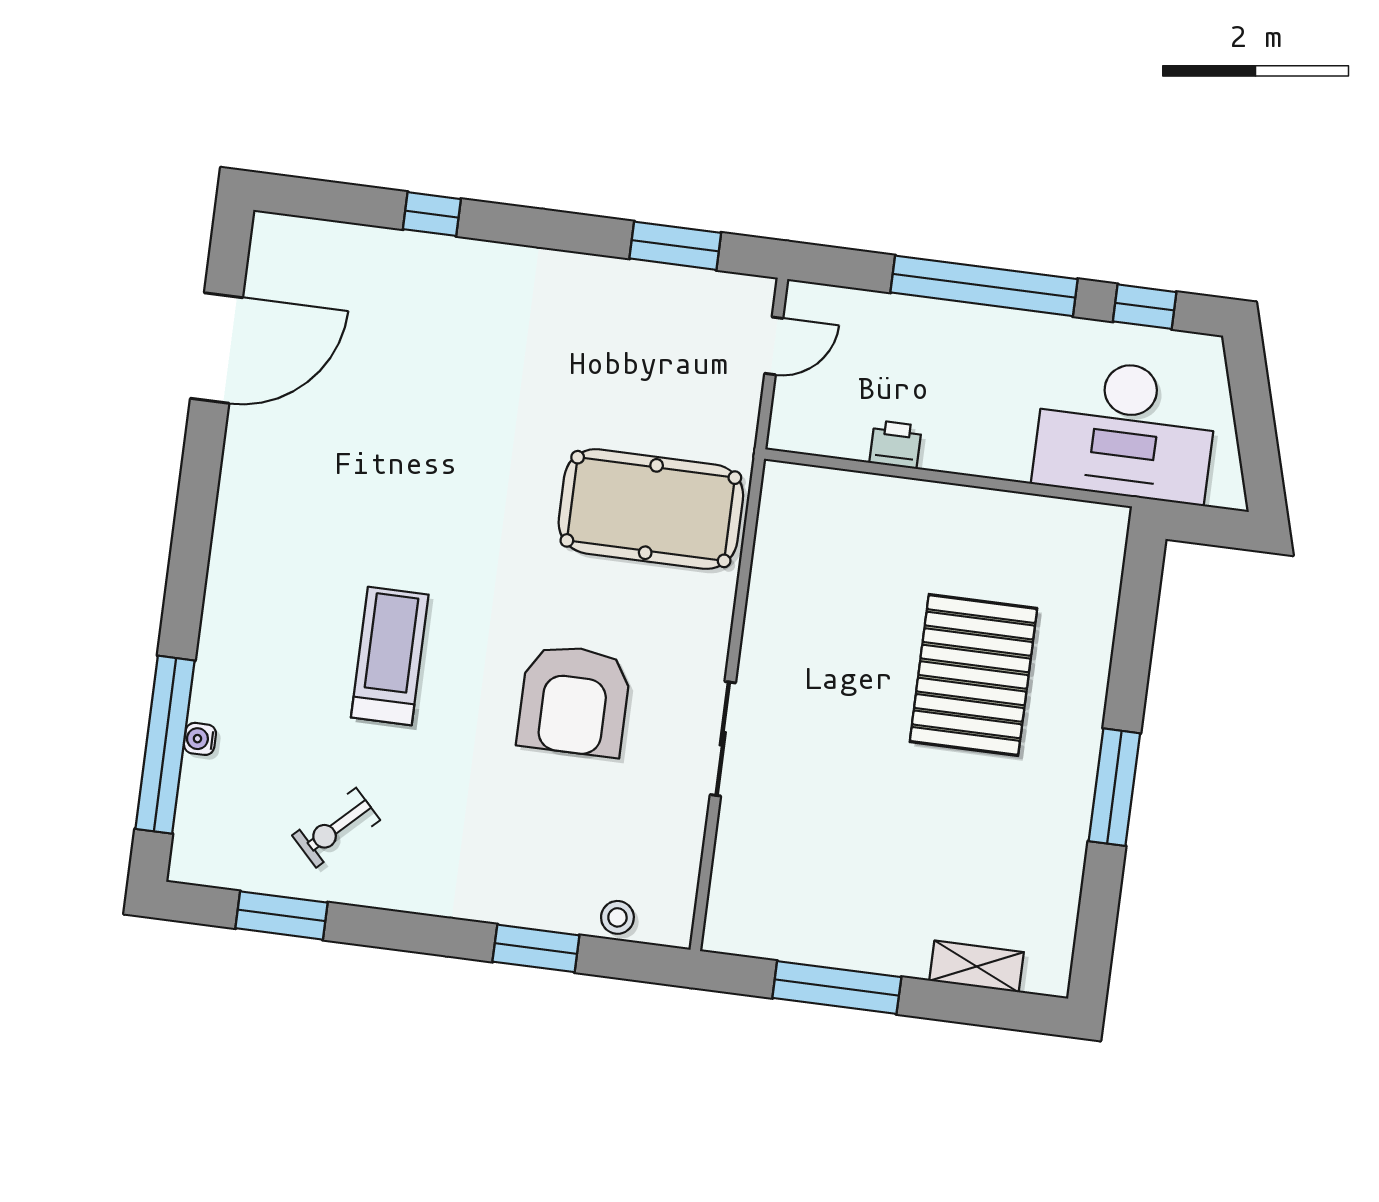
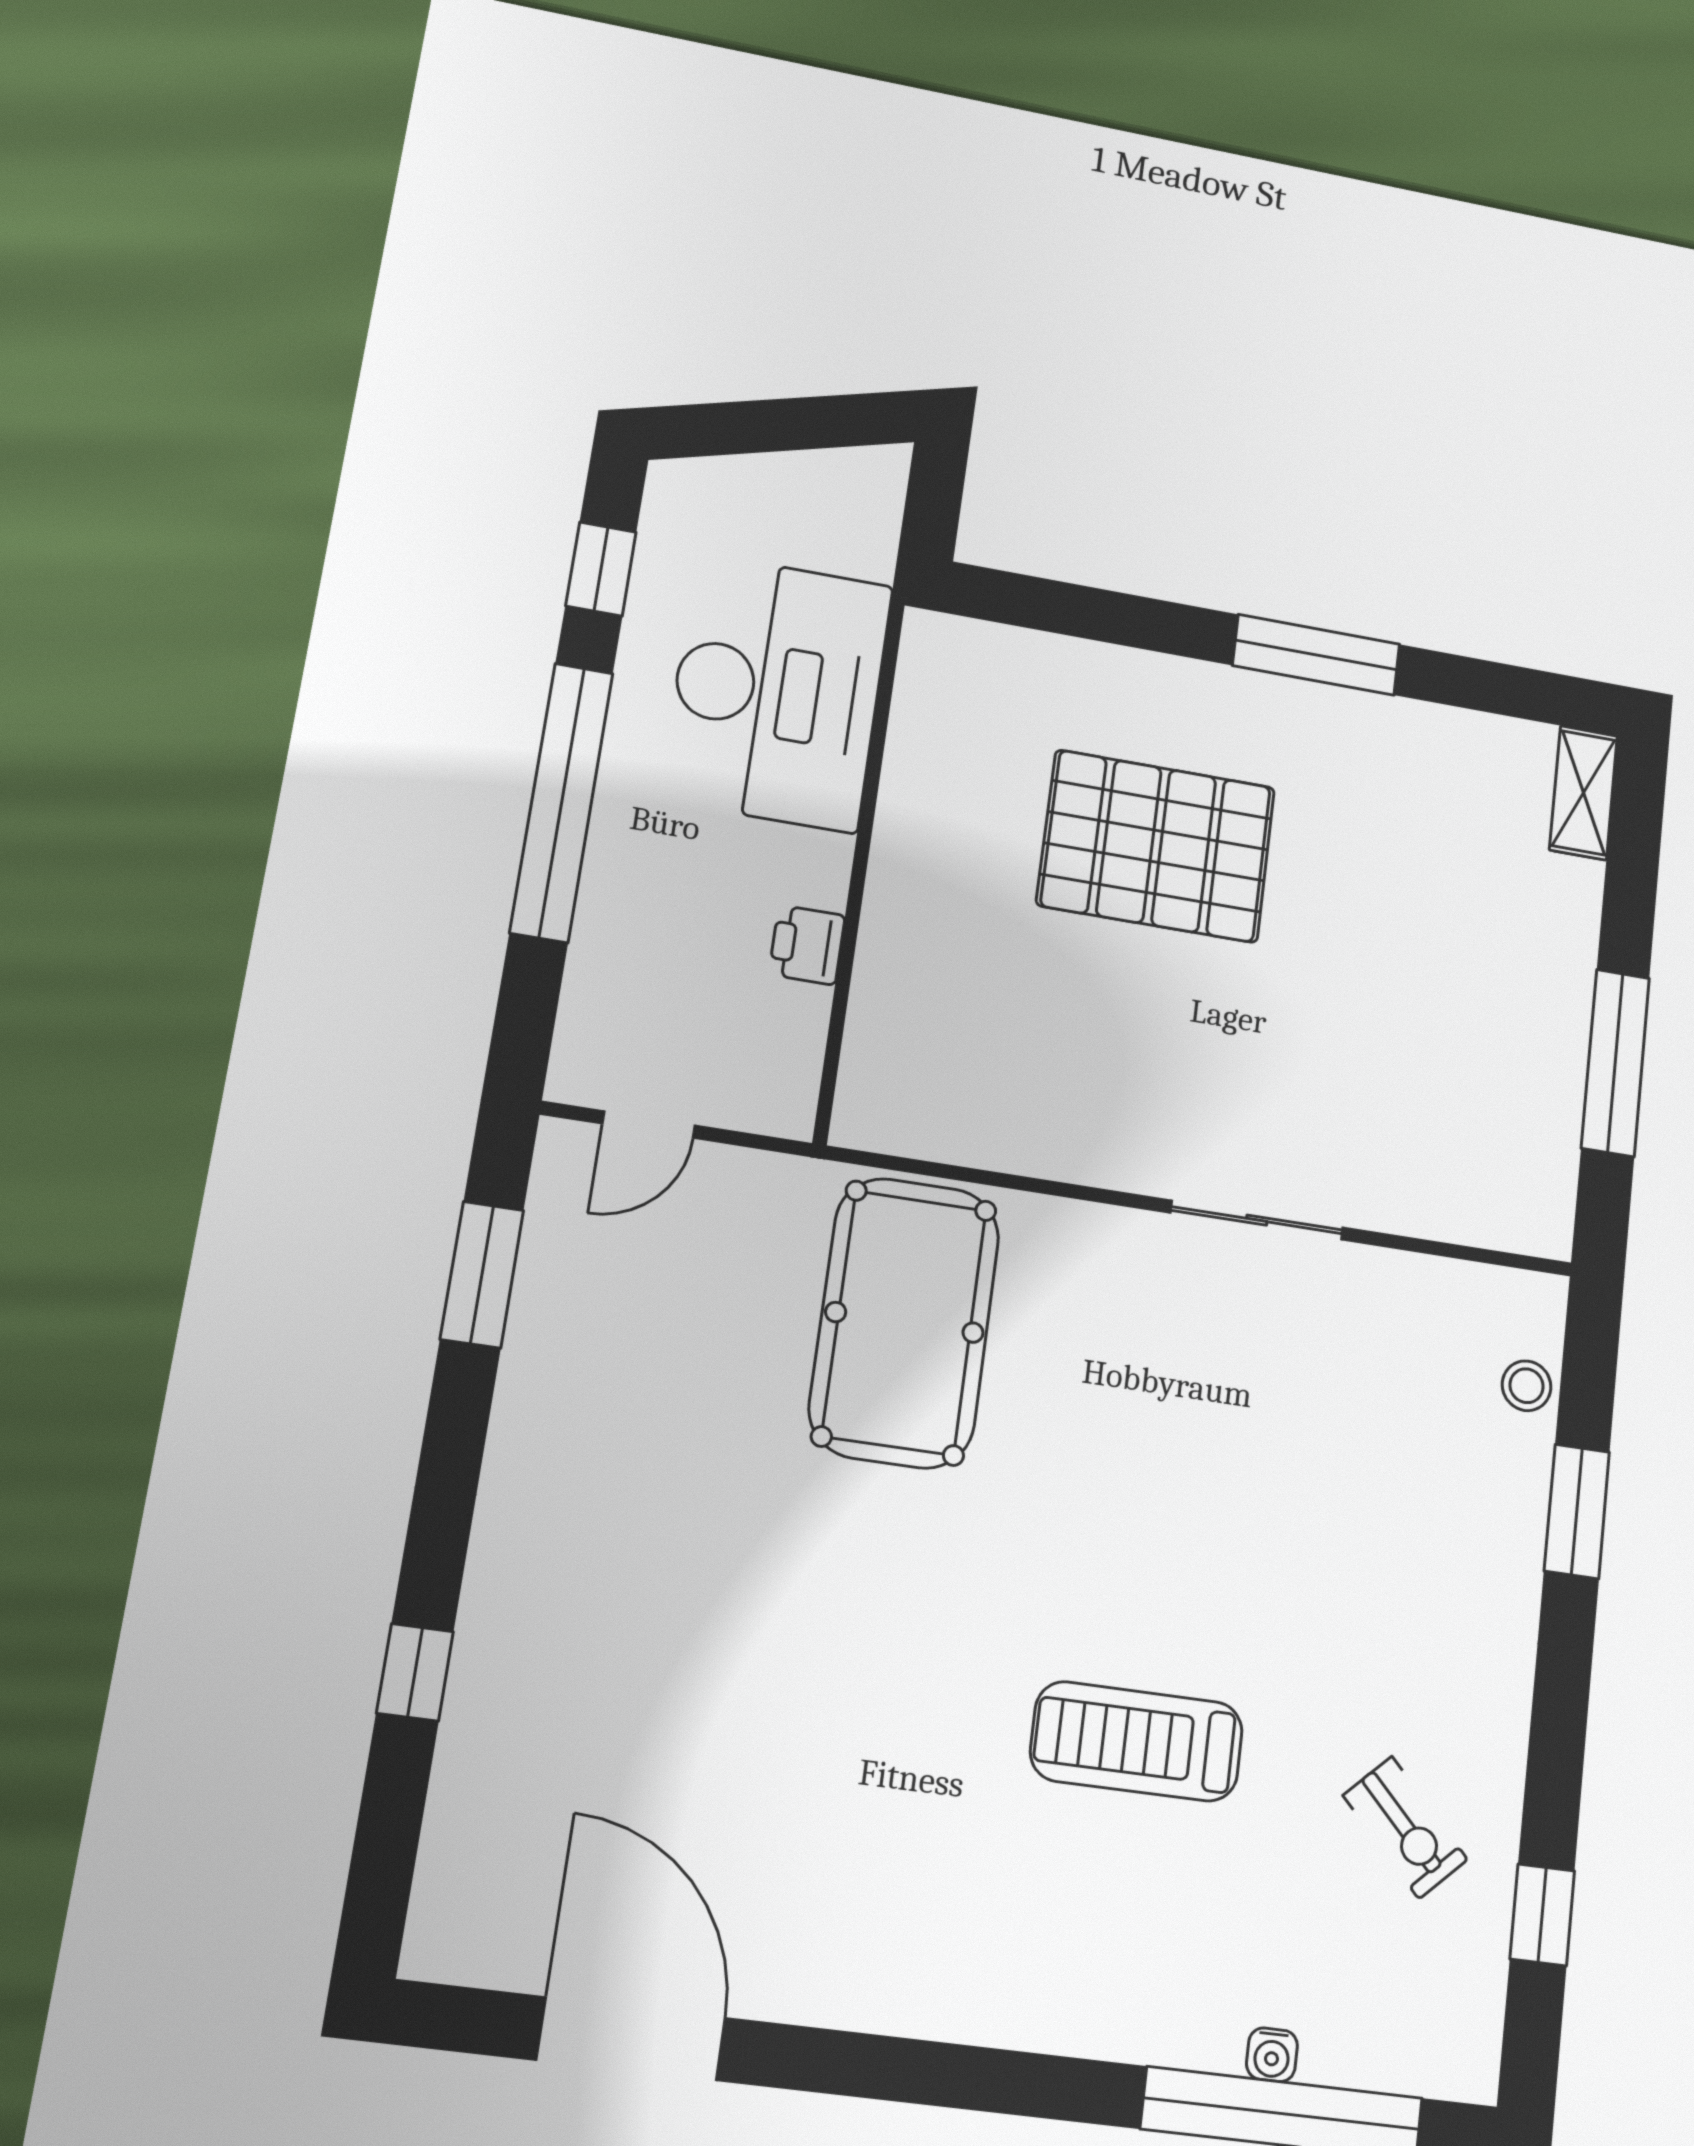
door: (774, 346) -> (649, 1125), swing flipped
desk: (1125, 430) -> (777, 692), moved
armchair: (574, 700) -> (1202, 1448), removed
window: (282, 915) -> (1542, 1915), width x0.67
shelving: (977, 966) -> (1583, 793), moved

